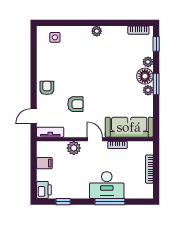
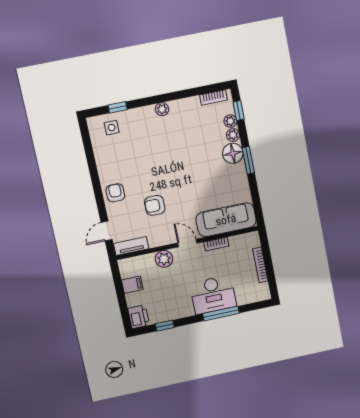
window: (63, 23) -> (118, 107), added
plant: (148, 90) -> (230, 121), moved
armchair: (75, 104) -> (155, 205), turned 180

